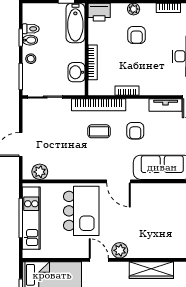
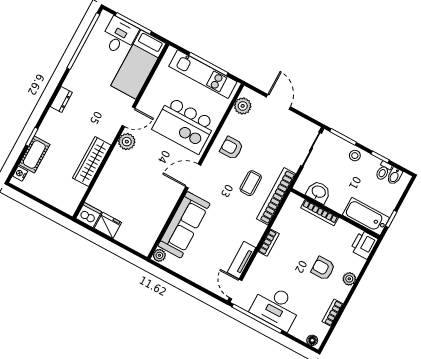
bidet: (30, 40) -> (395, 176), moved
bookcase: (127, 91) -> (269, 243), moved
armchair: (135, 131) -> (231, 148), moved

